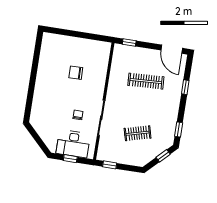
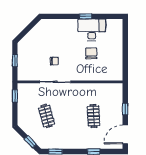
window: (129, 42) -> (125, 109), moved
window: (34, 72) -> (86, 16), added
clothes rail: (146, 81) -> (94, 116), width x0.73
desk: (73, 144) -> (92, 30), moved, turned 90

